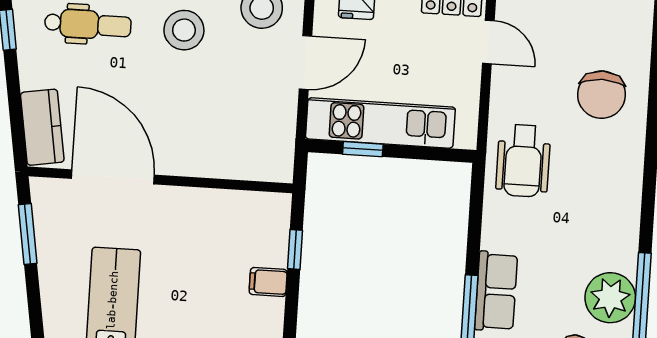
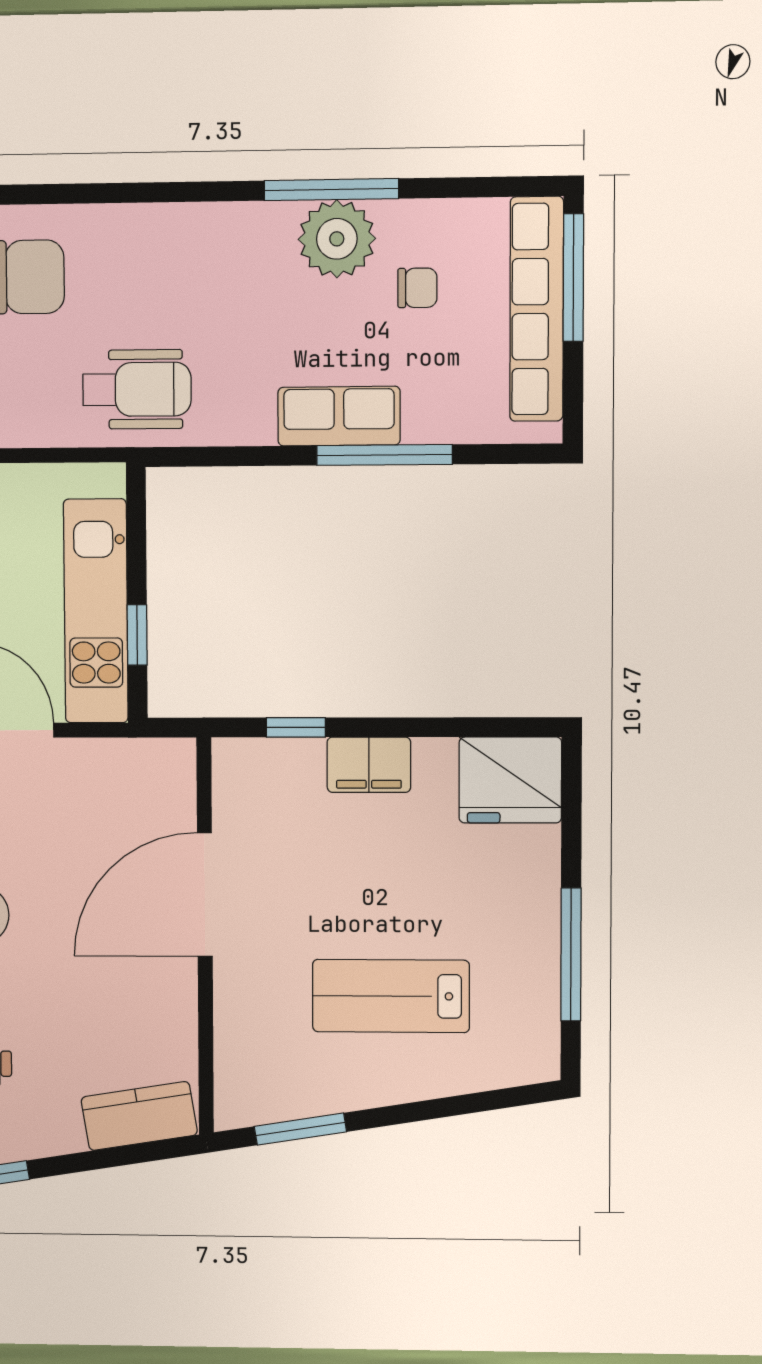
door: (113, 177) -> (205, 895), moved
filing cabinet: (268, 282) -> (369, 765), width x2.00

